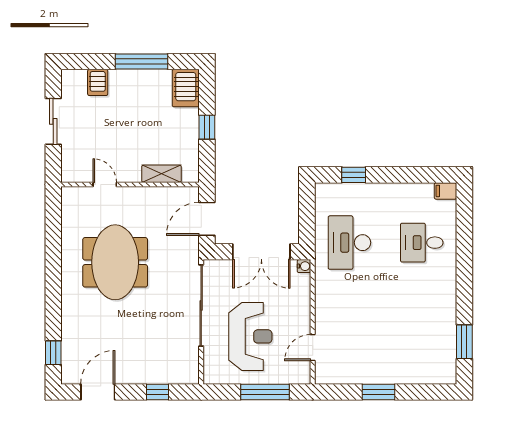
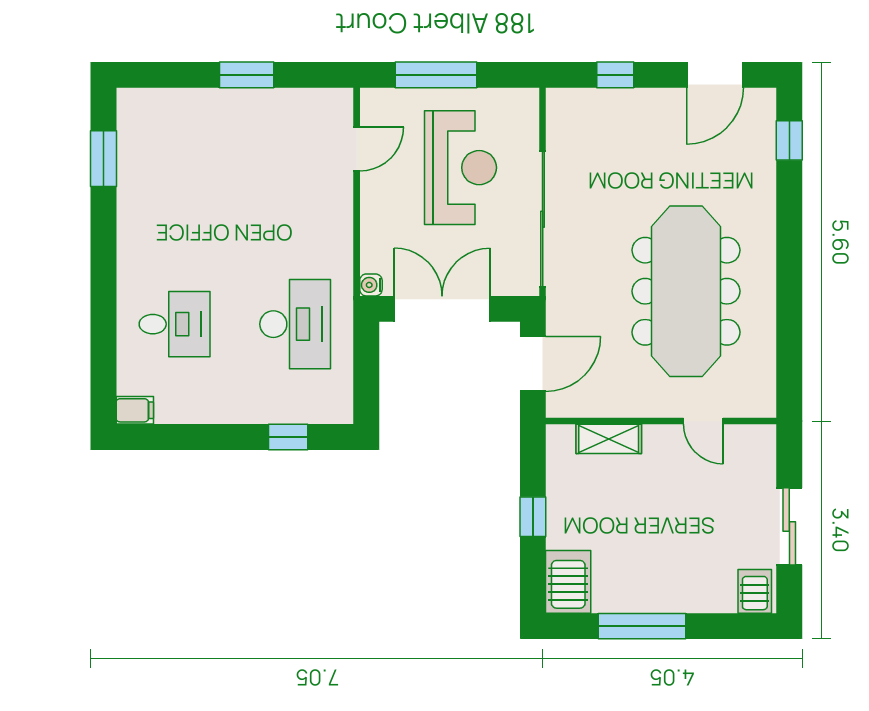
server rack: (98, 82) -> (755, 591), moved
meeting table: (115, 262) -> (686, 291), width x1.36
reception desk: (250, 336) -> (460, 168), turned 180

